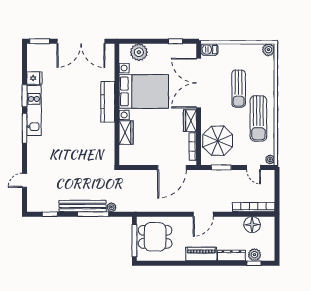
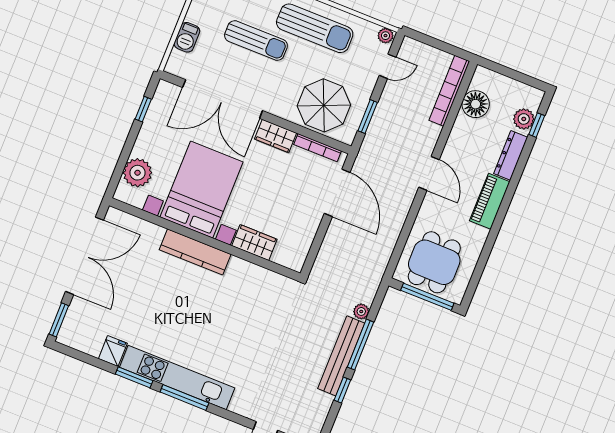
barbecue: (209, 50) -> (187, 37), moved
kitchen unit: (34, 110) -> (177, 378), width x1.36
window: (50, 214) -> (342, 390), moved

